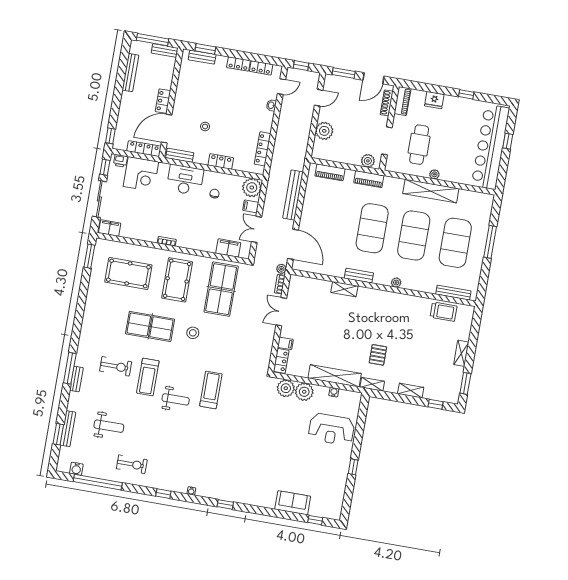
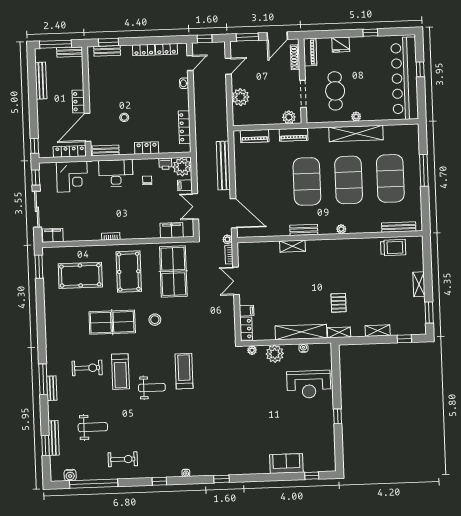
printer: (120, 161) -> (165, 164), moved
plant: (286, 388) -> (252, 350), width x0.53, depth x0.53

